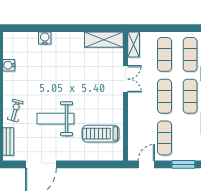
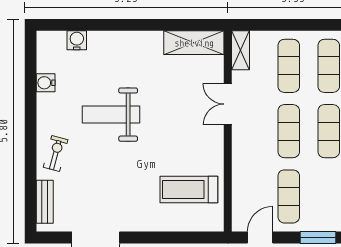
water cooler: (45, 38) -> (77, 40), moved
double door: (126, 79) -> (228, 104), swing flipped
weight bench: (56, 119) -> (111, 115), moved

